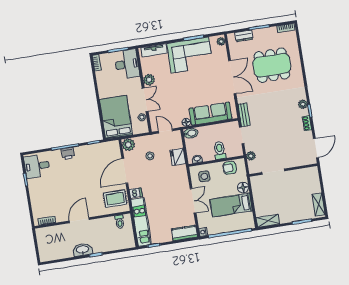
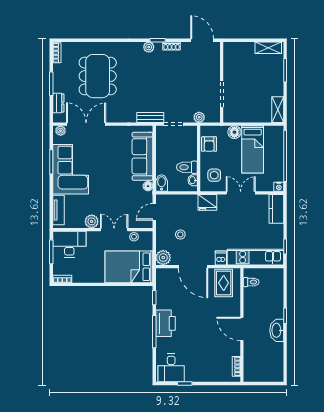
double door: (232, 77) -> (86, 124), moved
toilet: (220, 150) -> (187, 167), moved
printer: (68, 153) -> (165, 323), width x1.87, depth x1.48
fridge: (178, 157) -> (207, 202), moved

